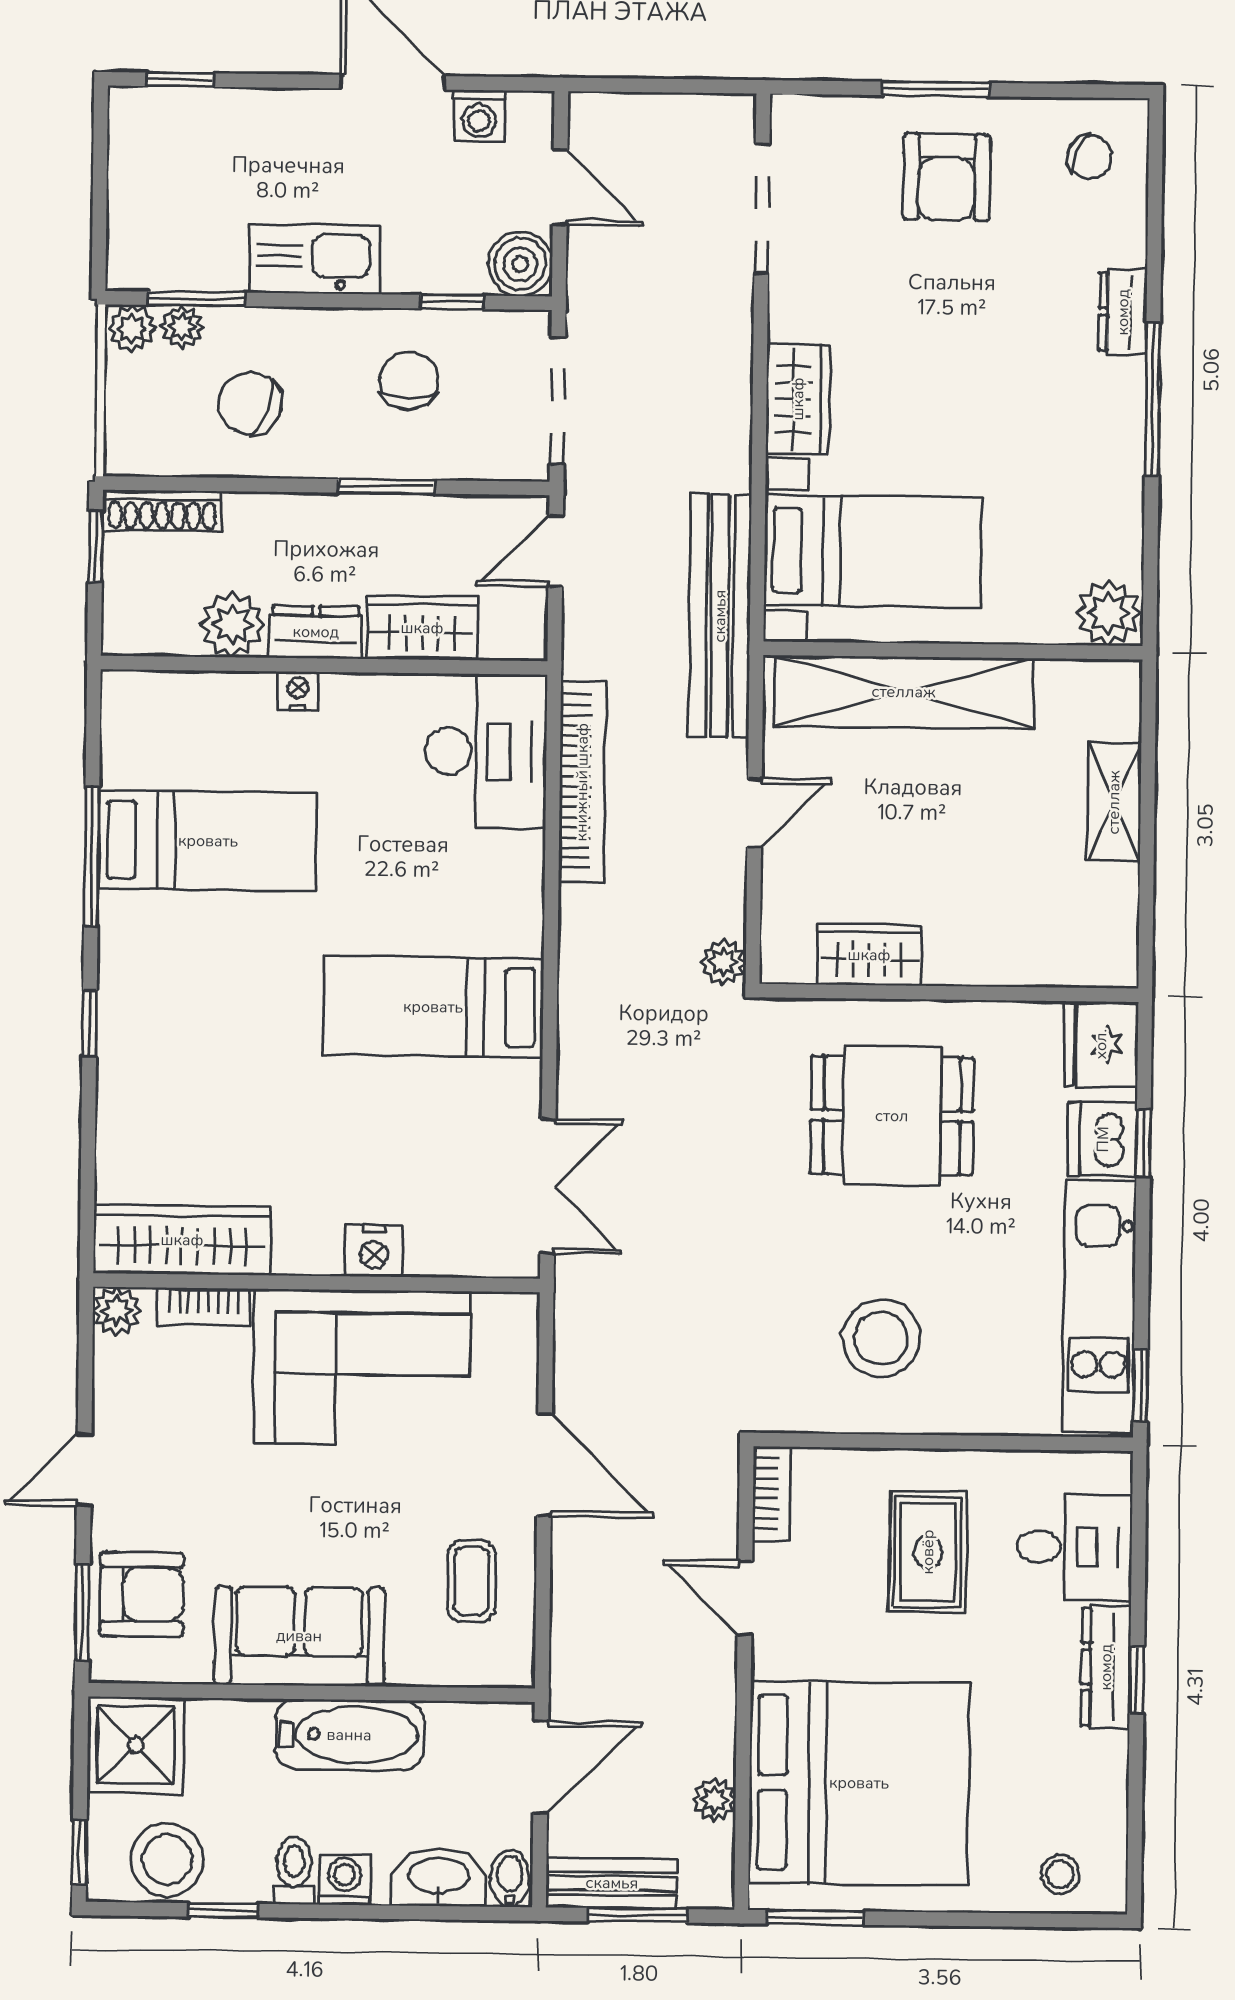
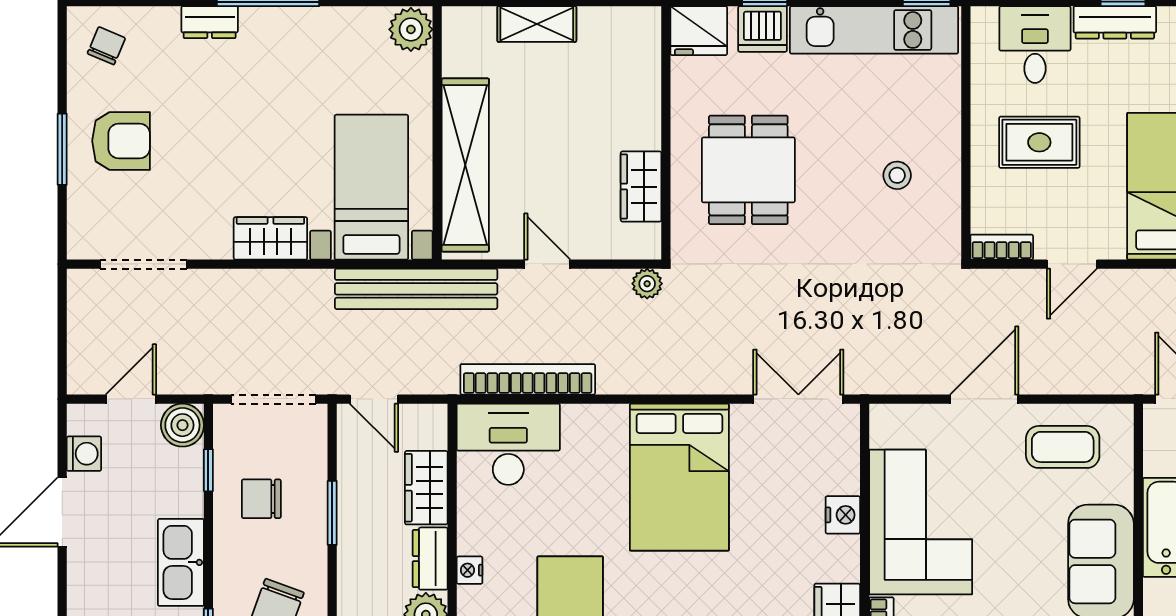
bed: (433, 1007) -> (679, 477), width x1.50
stool: (881, 1338) -> (897, 175), width x0.53, depth x0.53
coffee table: (472, 1581) -> (1063, 447), width x1.36, depth x1.30

